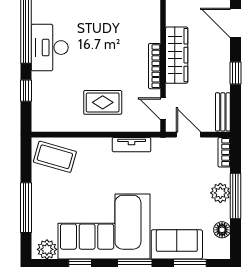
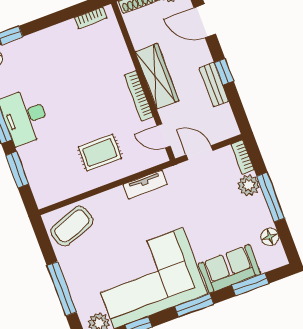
window: (26, 91) -> (17, 170), width x1.50
bench: (223, 112) -> (214, 84), moved
coffee table: (55, 157) -> (72, 226), turned -36
plant: (220, 193) -> (249, 185), moved

